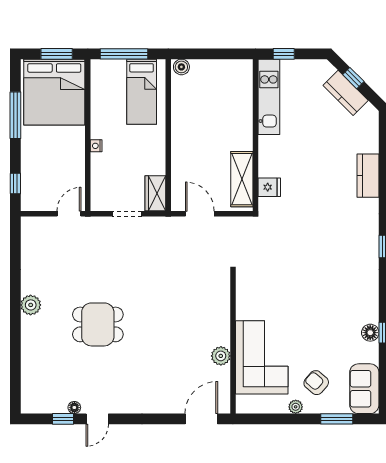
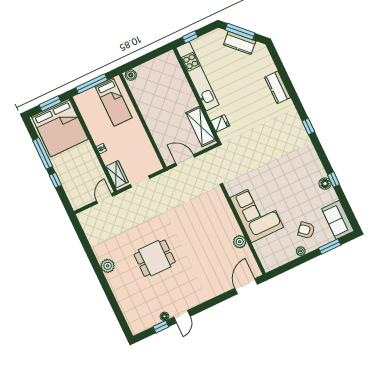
window: (353, 78) -> (240, 32), width x2.17
kitchen unit: (269, 97) -> (198, 76), width x1.36
window: (15, 183) -> (55, 180), moved
wardrobe: (155, 193) -> (117, 174), moved, turned 180
corner sofa: (262, 357) -> (257, 213), moved

